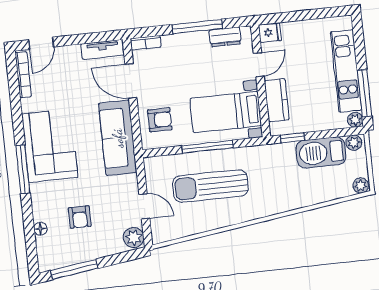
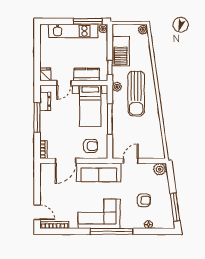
tv unit: (103, 49) -> (45, 176), removed
door: (259, 65) -> (64, 83), swing flipped
armchair: (160, 120) -> (91, 146), turned 90
plant: (354, 143) -> (117, 87), moved
window: (23, 169) -> (112, 231), width x1.46
sun lounger: (210, 186) -> (136, 94), moved
door: (144, 206) -> (131, 161), moved

